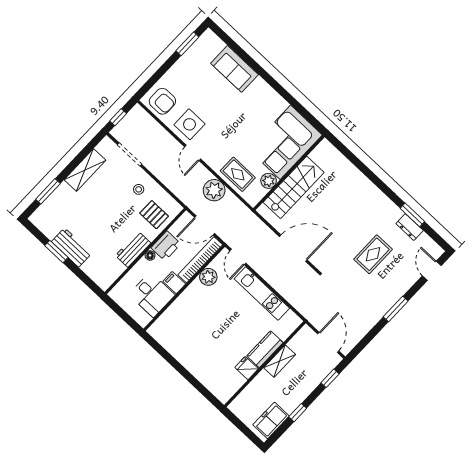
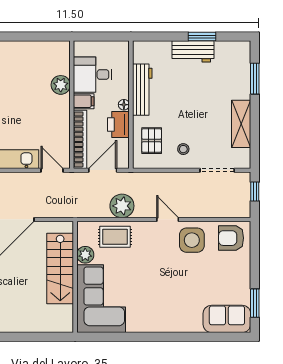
sofa: (235, 69) -> (227, 319), moved
pallet: (154, 215) -> (152, 141), turned 90
workbench: (133, 249) -> (142, 90), width x1.37
plant: (208, 277) -> (61, 85), moved

